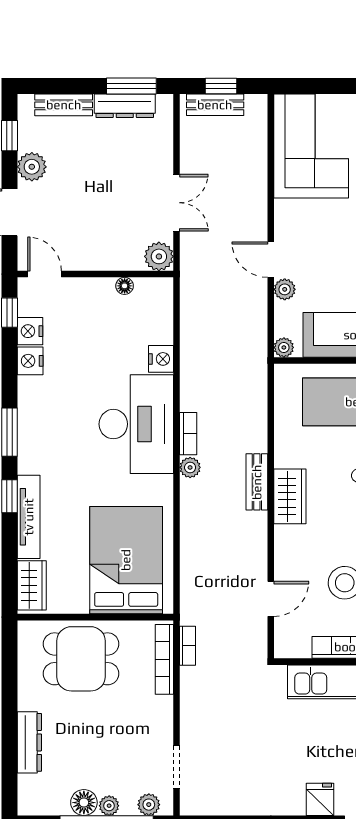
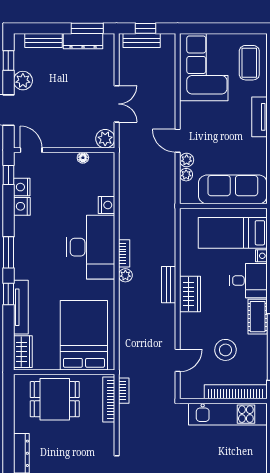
plant: (284, 347) -> (186, 175), moved

